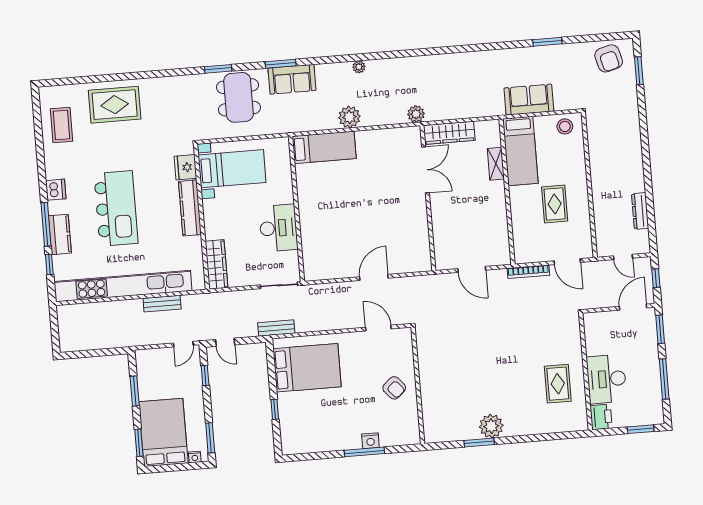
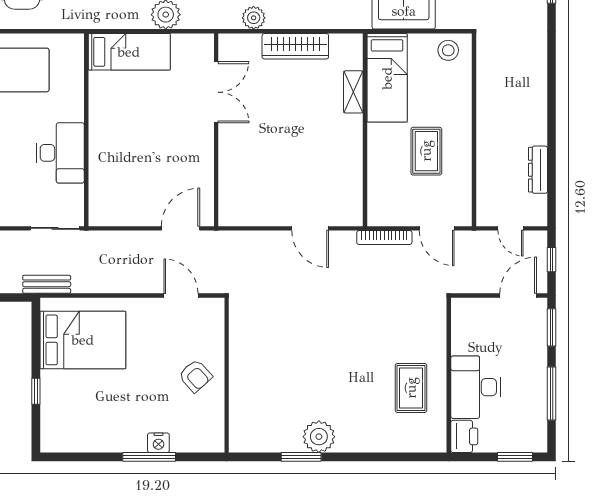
double door: (426, 170) -> (216, 92), moved
wall: (428, 198) -> (216, 130), moved

